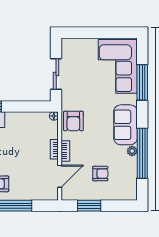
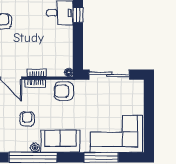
sliding door: (56, 74) -> (109, 75), width x1.37
armchair: (100, 174) -> (27, 119), moved, turned 180

